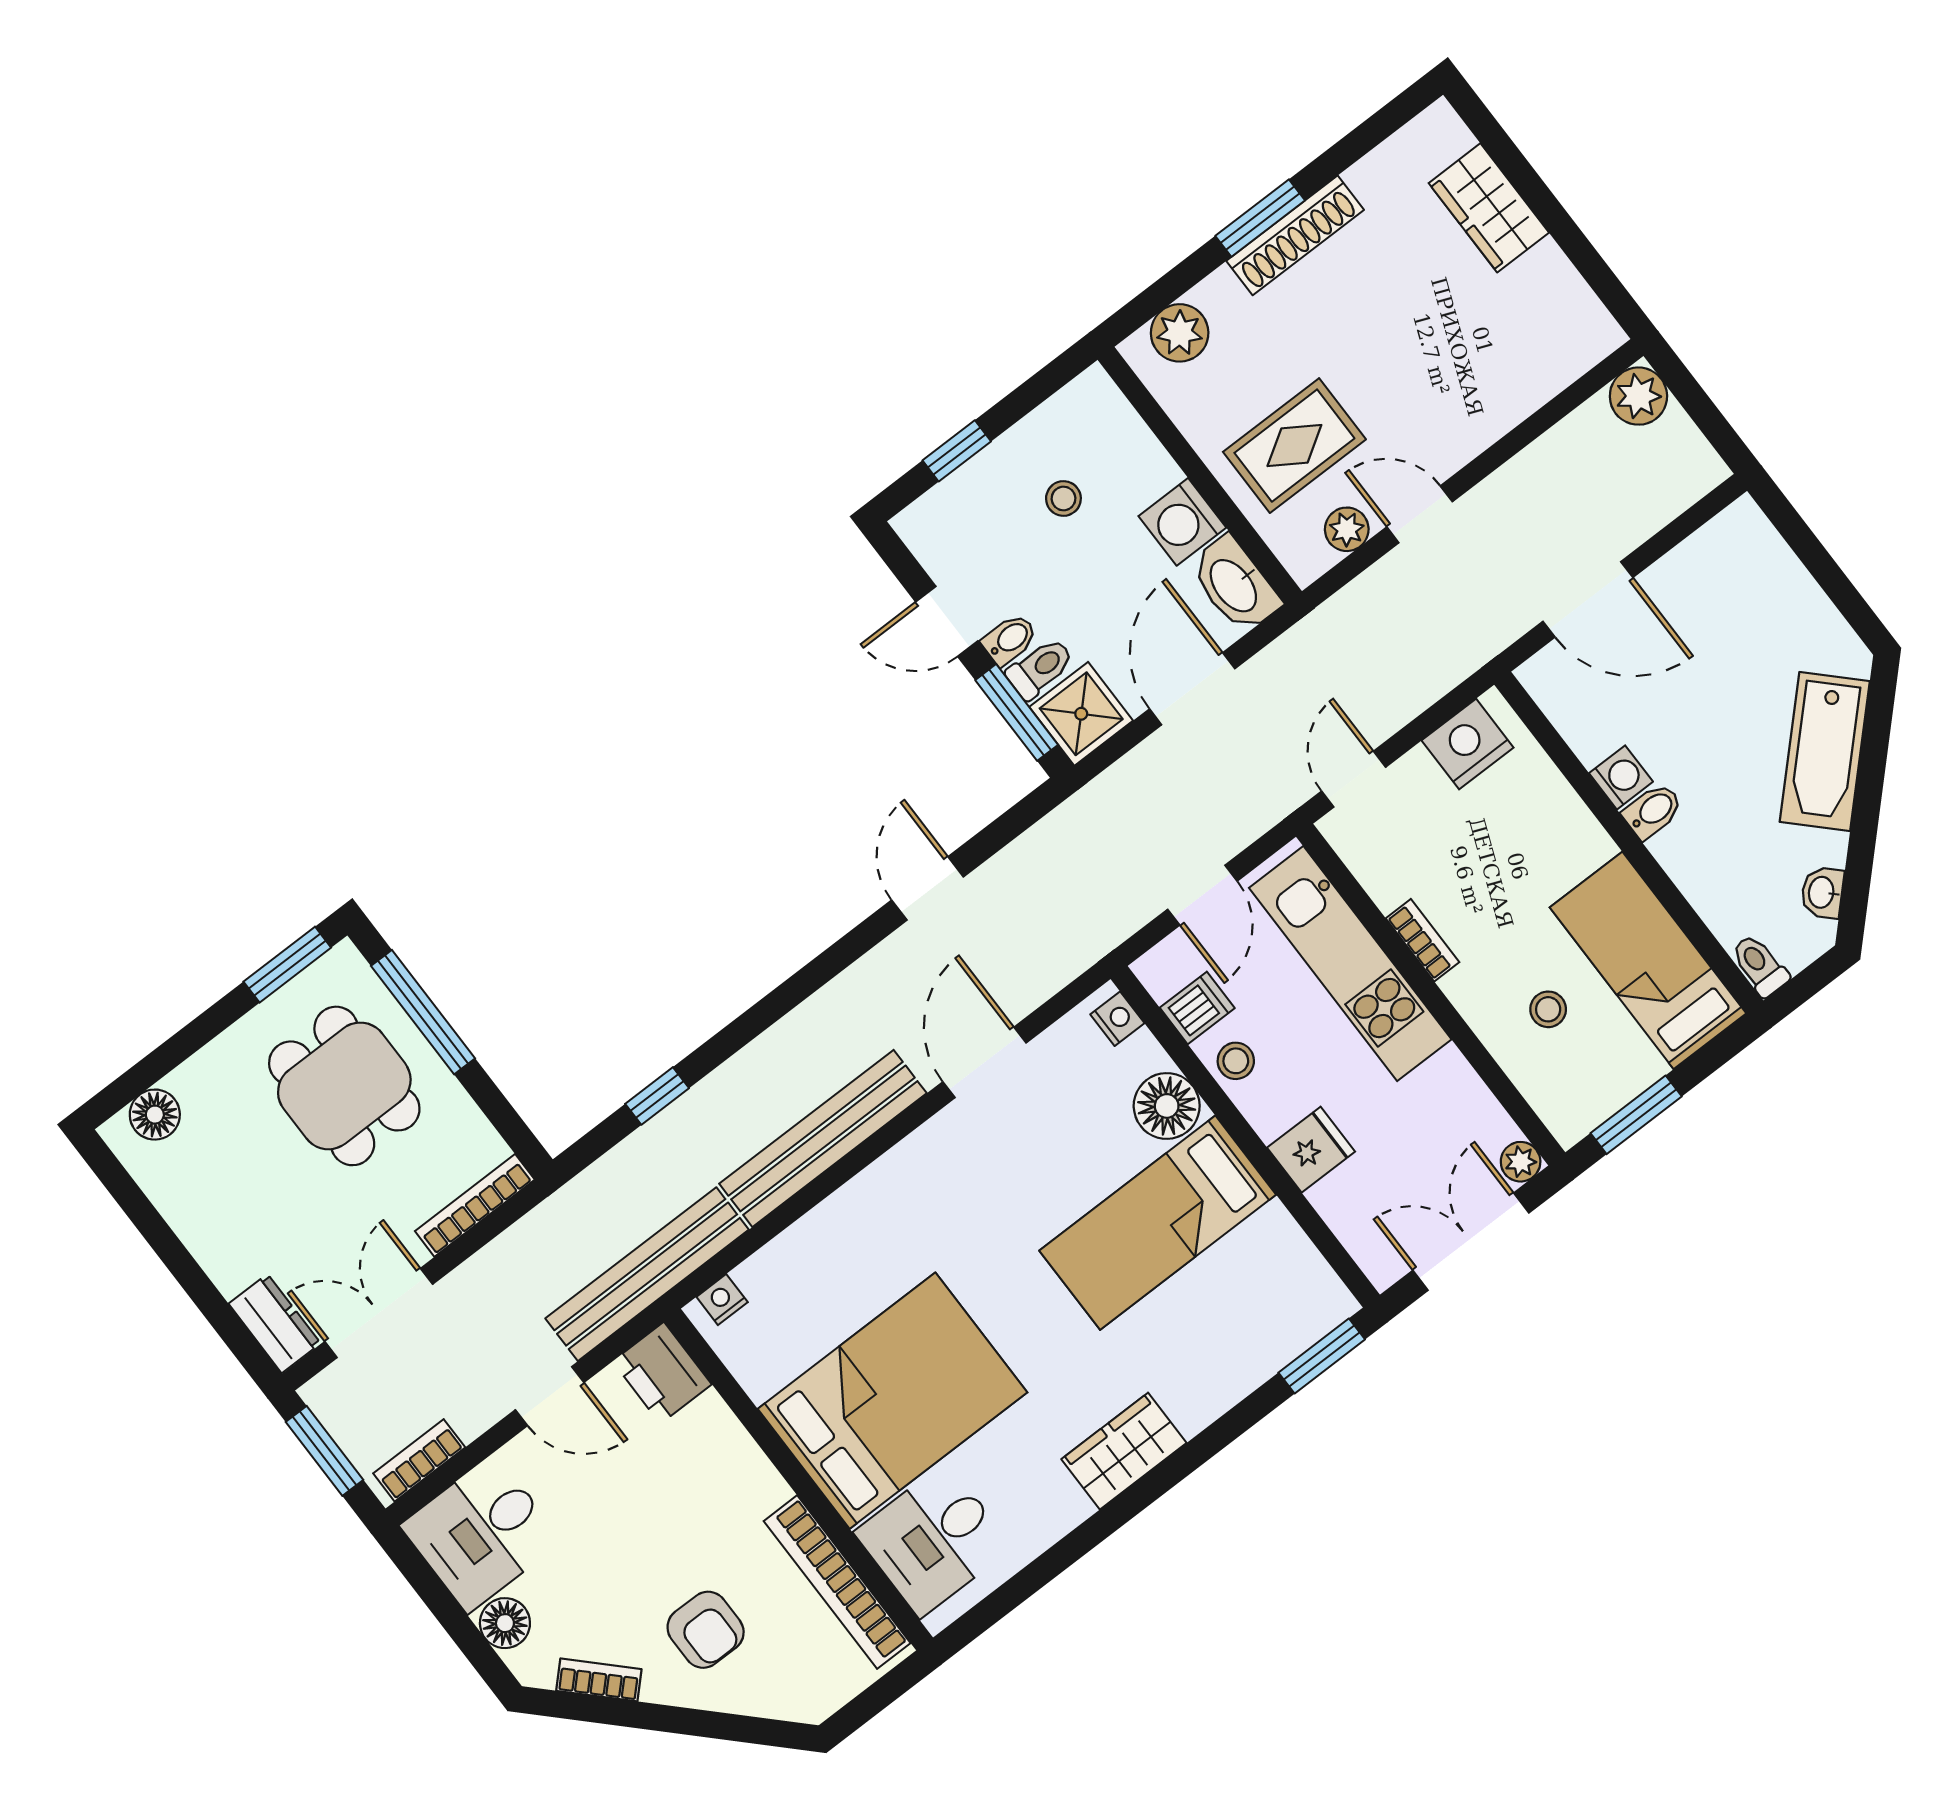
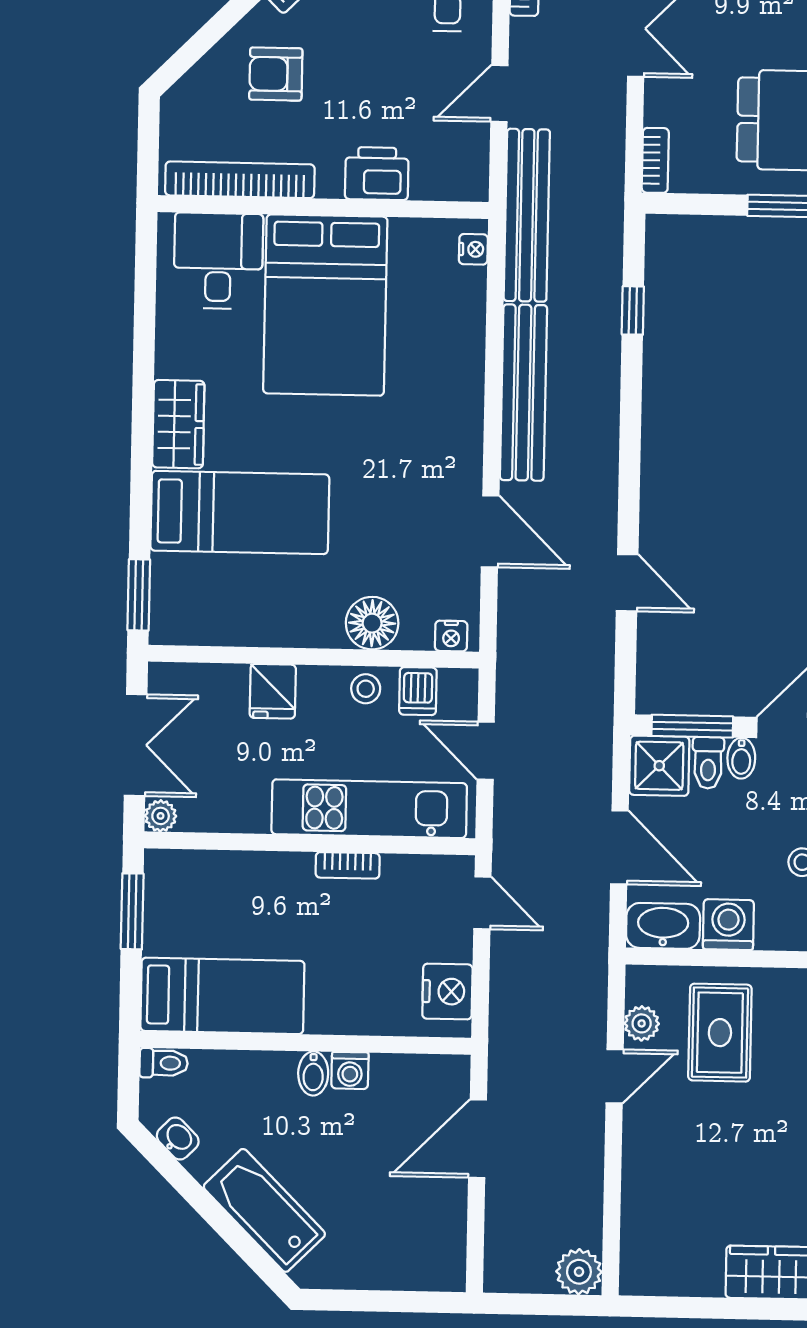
stool: (1548, 1009) -> (242, 909), removed
bookcase: (475, 1205) -> (655, 160), width x0.64
bed: (1158, 1223) -> (240, 512), moved, turned 90
printer: (662, 1373) -> (377, 174), moved

